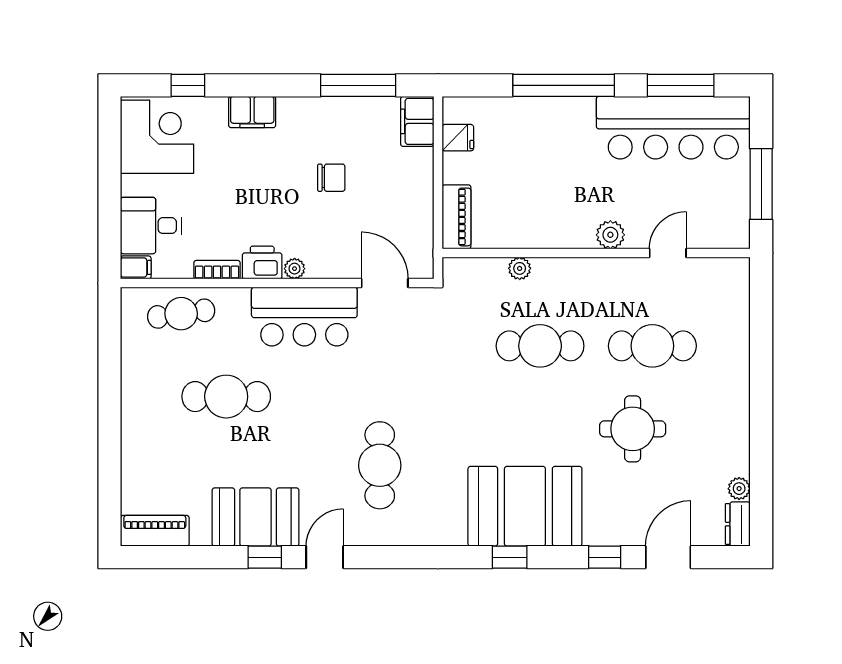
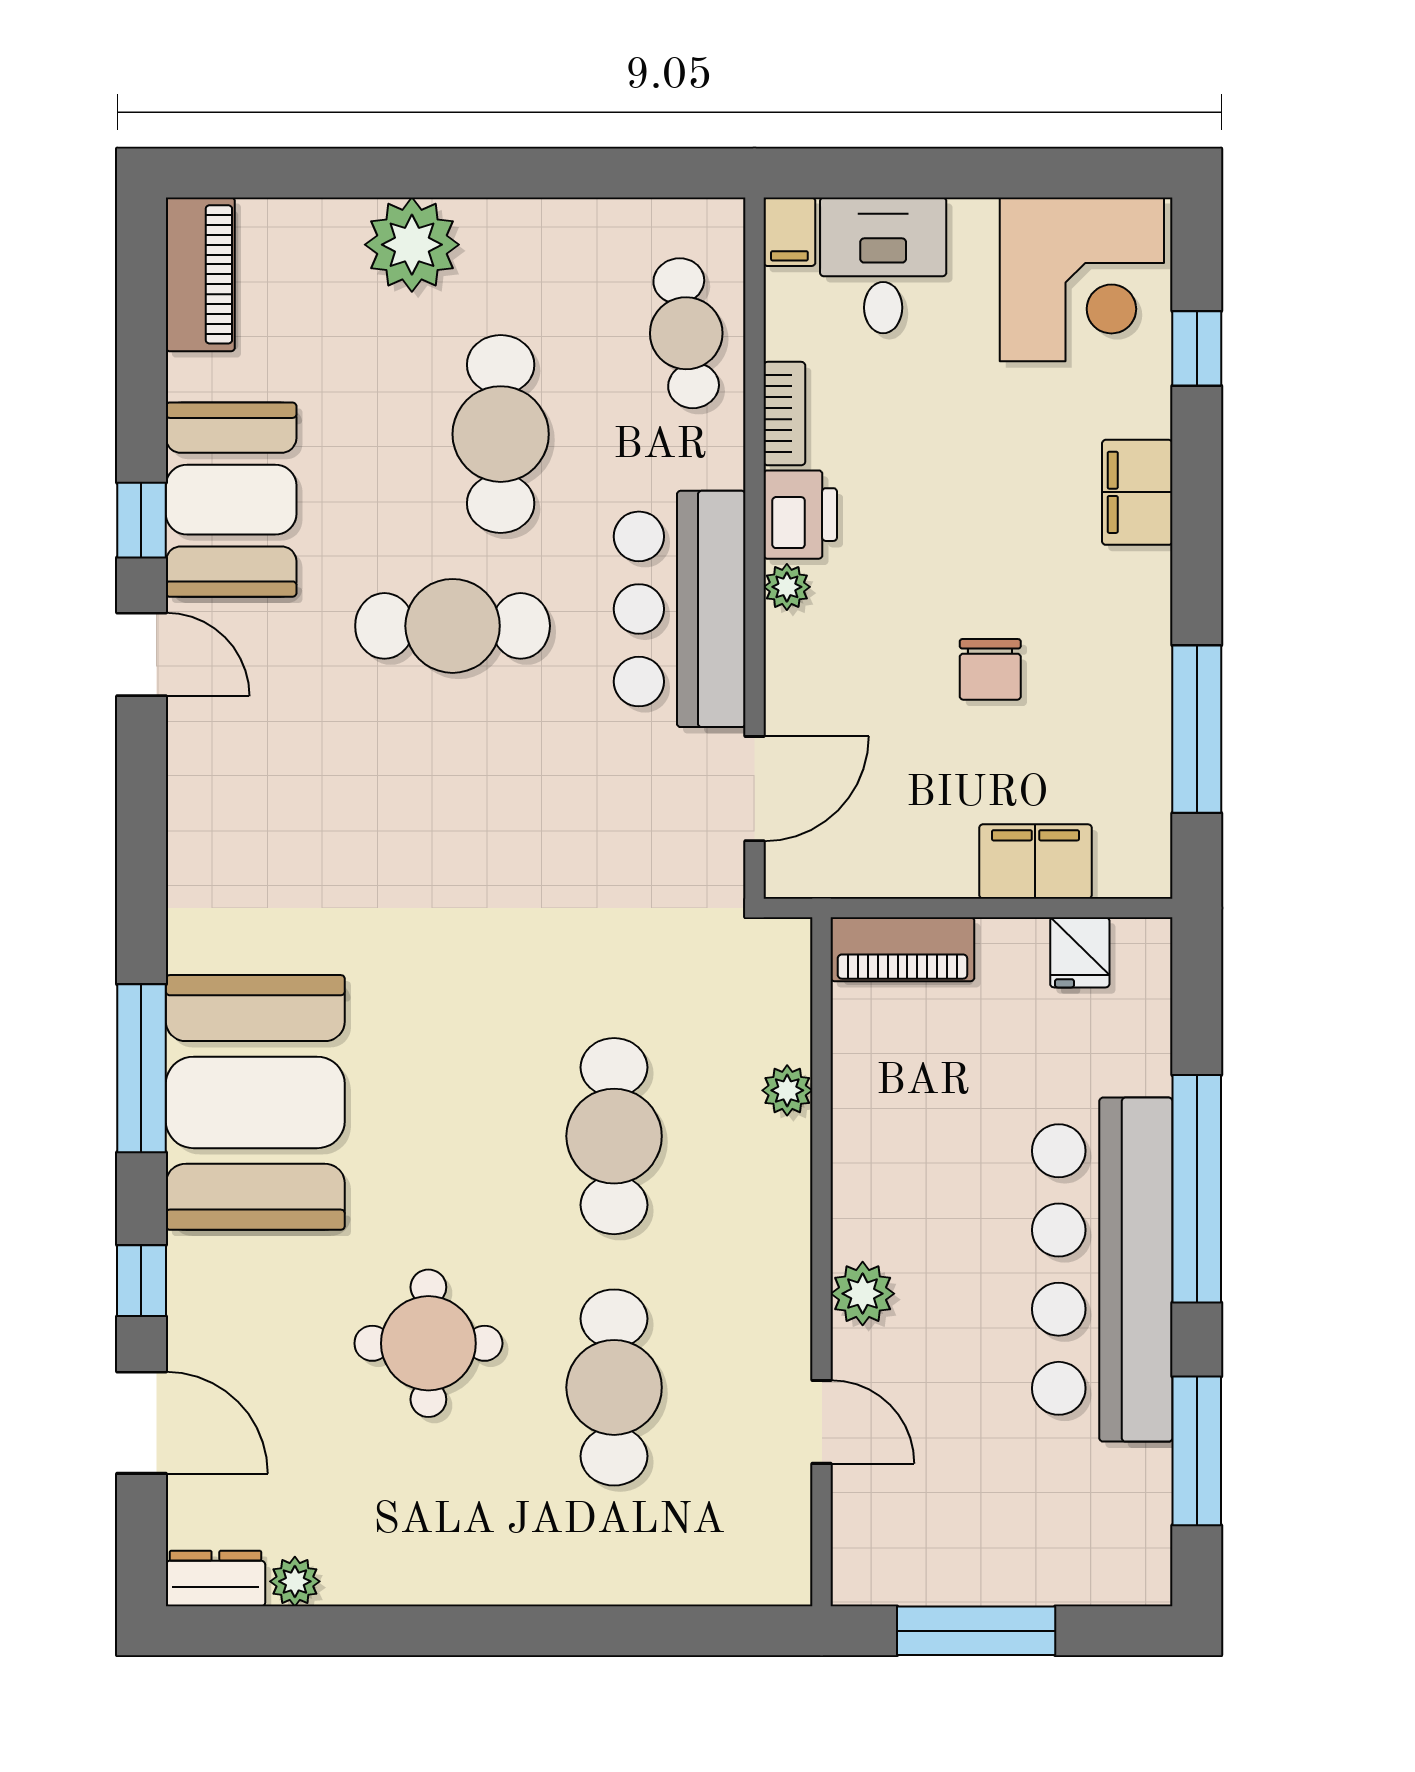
filing cabinet: (417, 121) -> (1035, 861), moved
bar counter: (673, 128) -> (1102, 1270), moved
plant: (142, 436) -> (412, 245), added
cafe table: (380, 465) -> (453, 626), moved
window: (510, 557) -> (141, 1068), width x2.17

